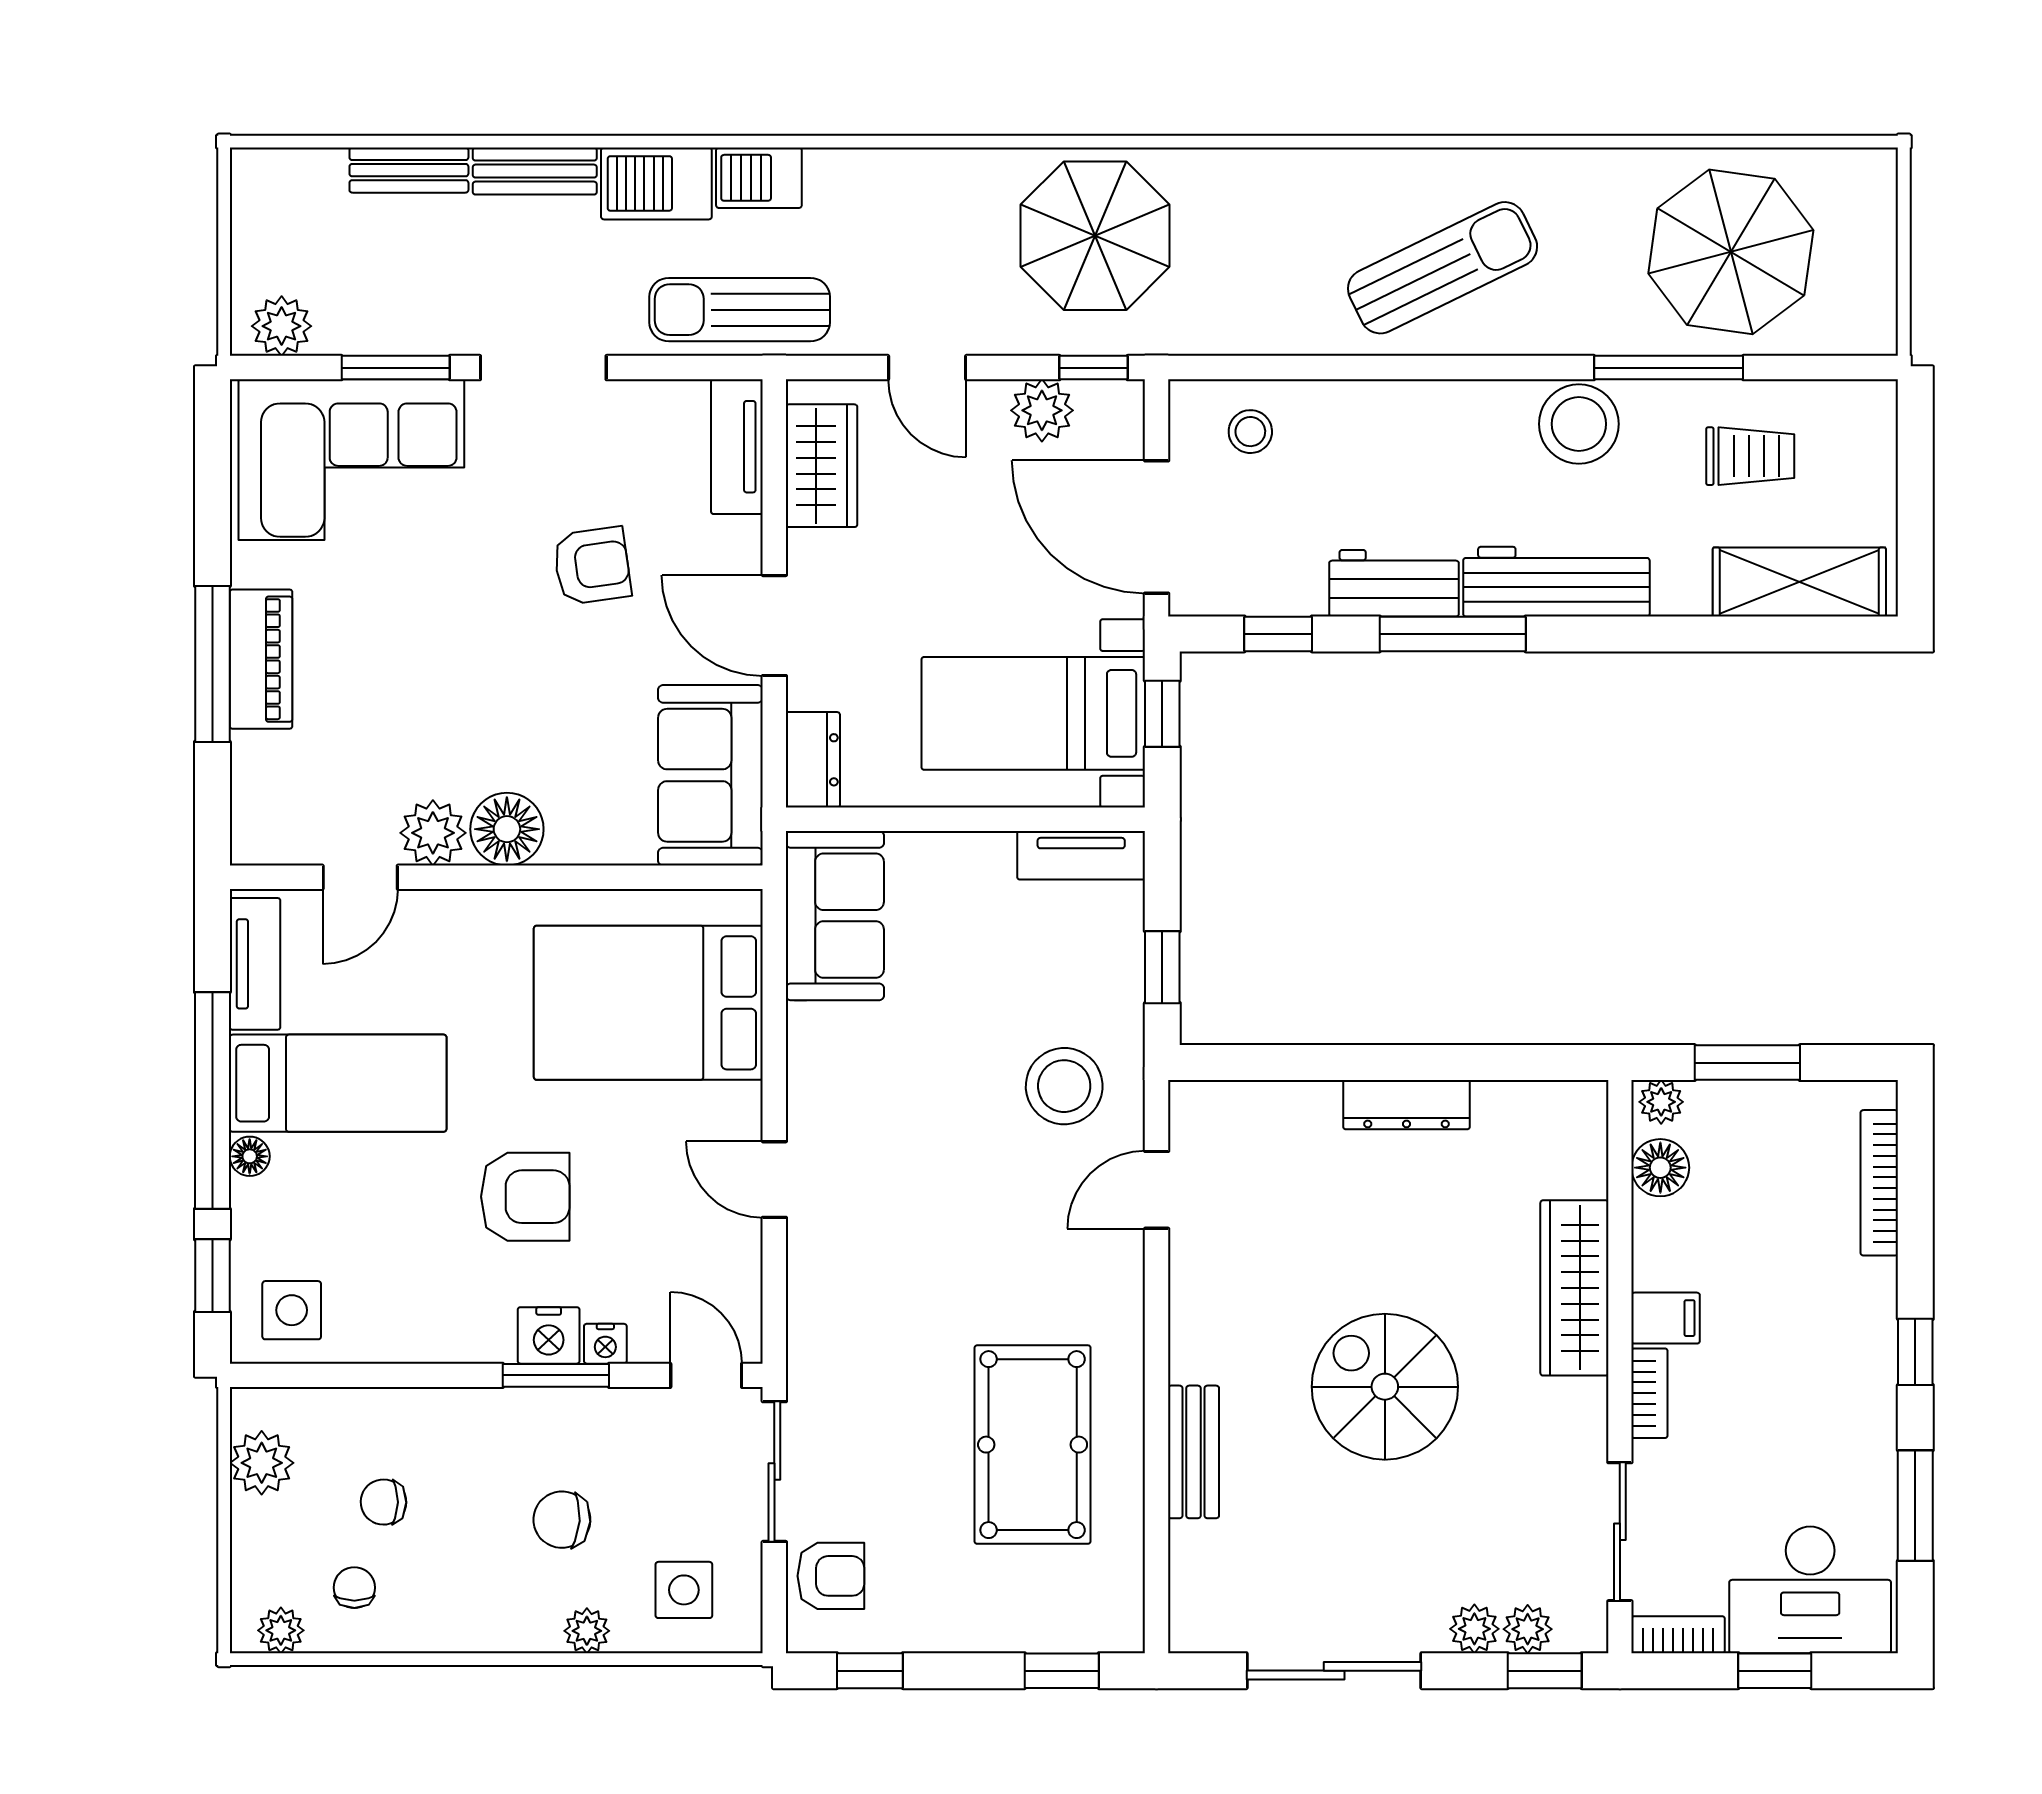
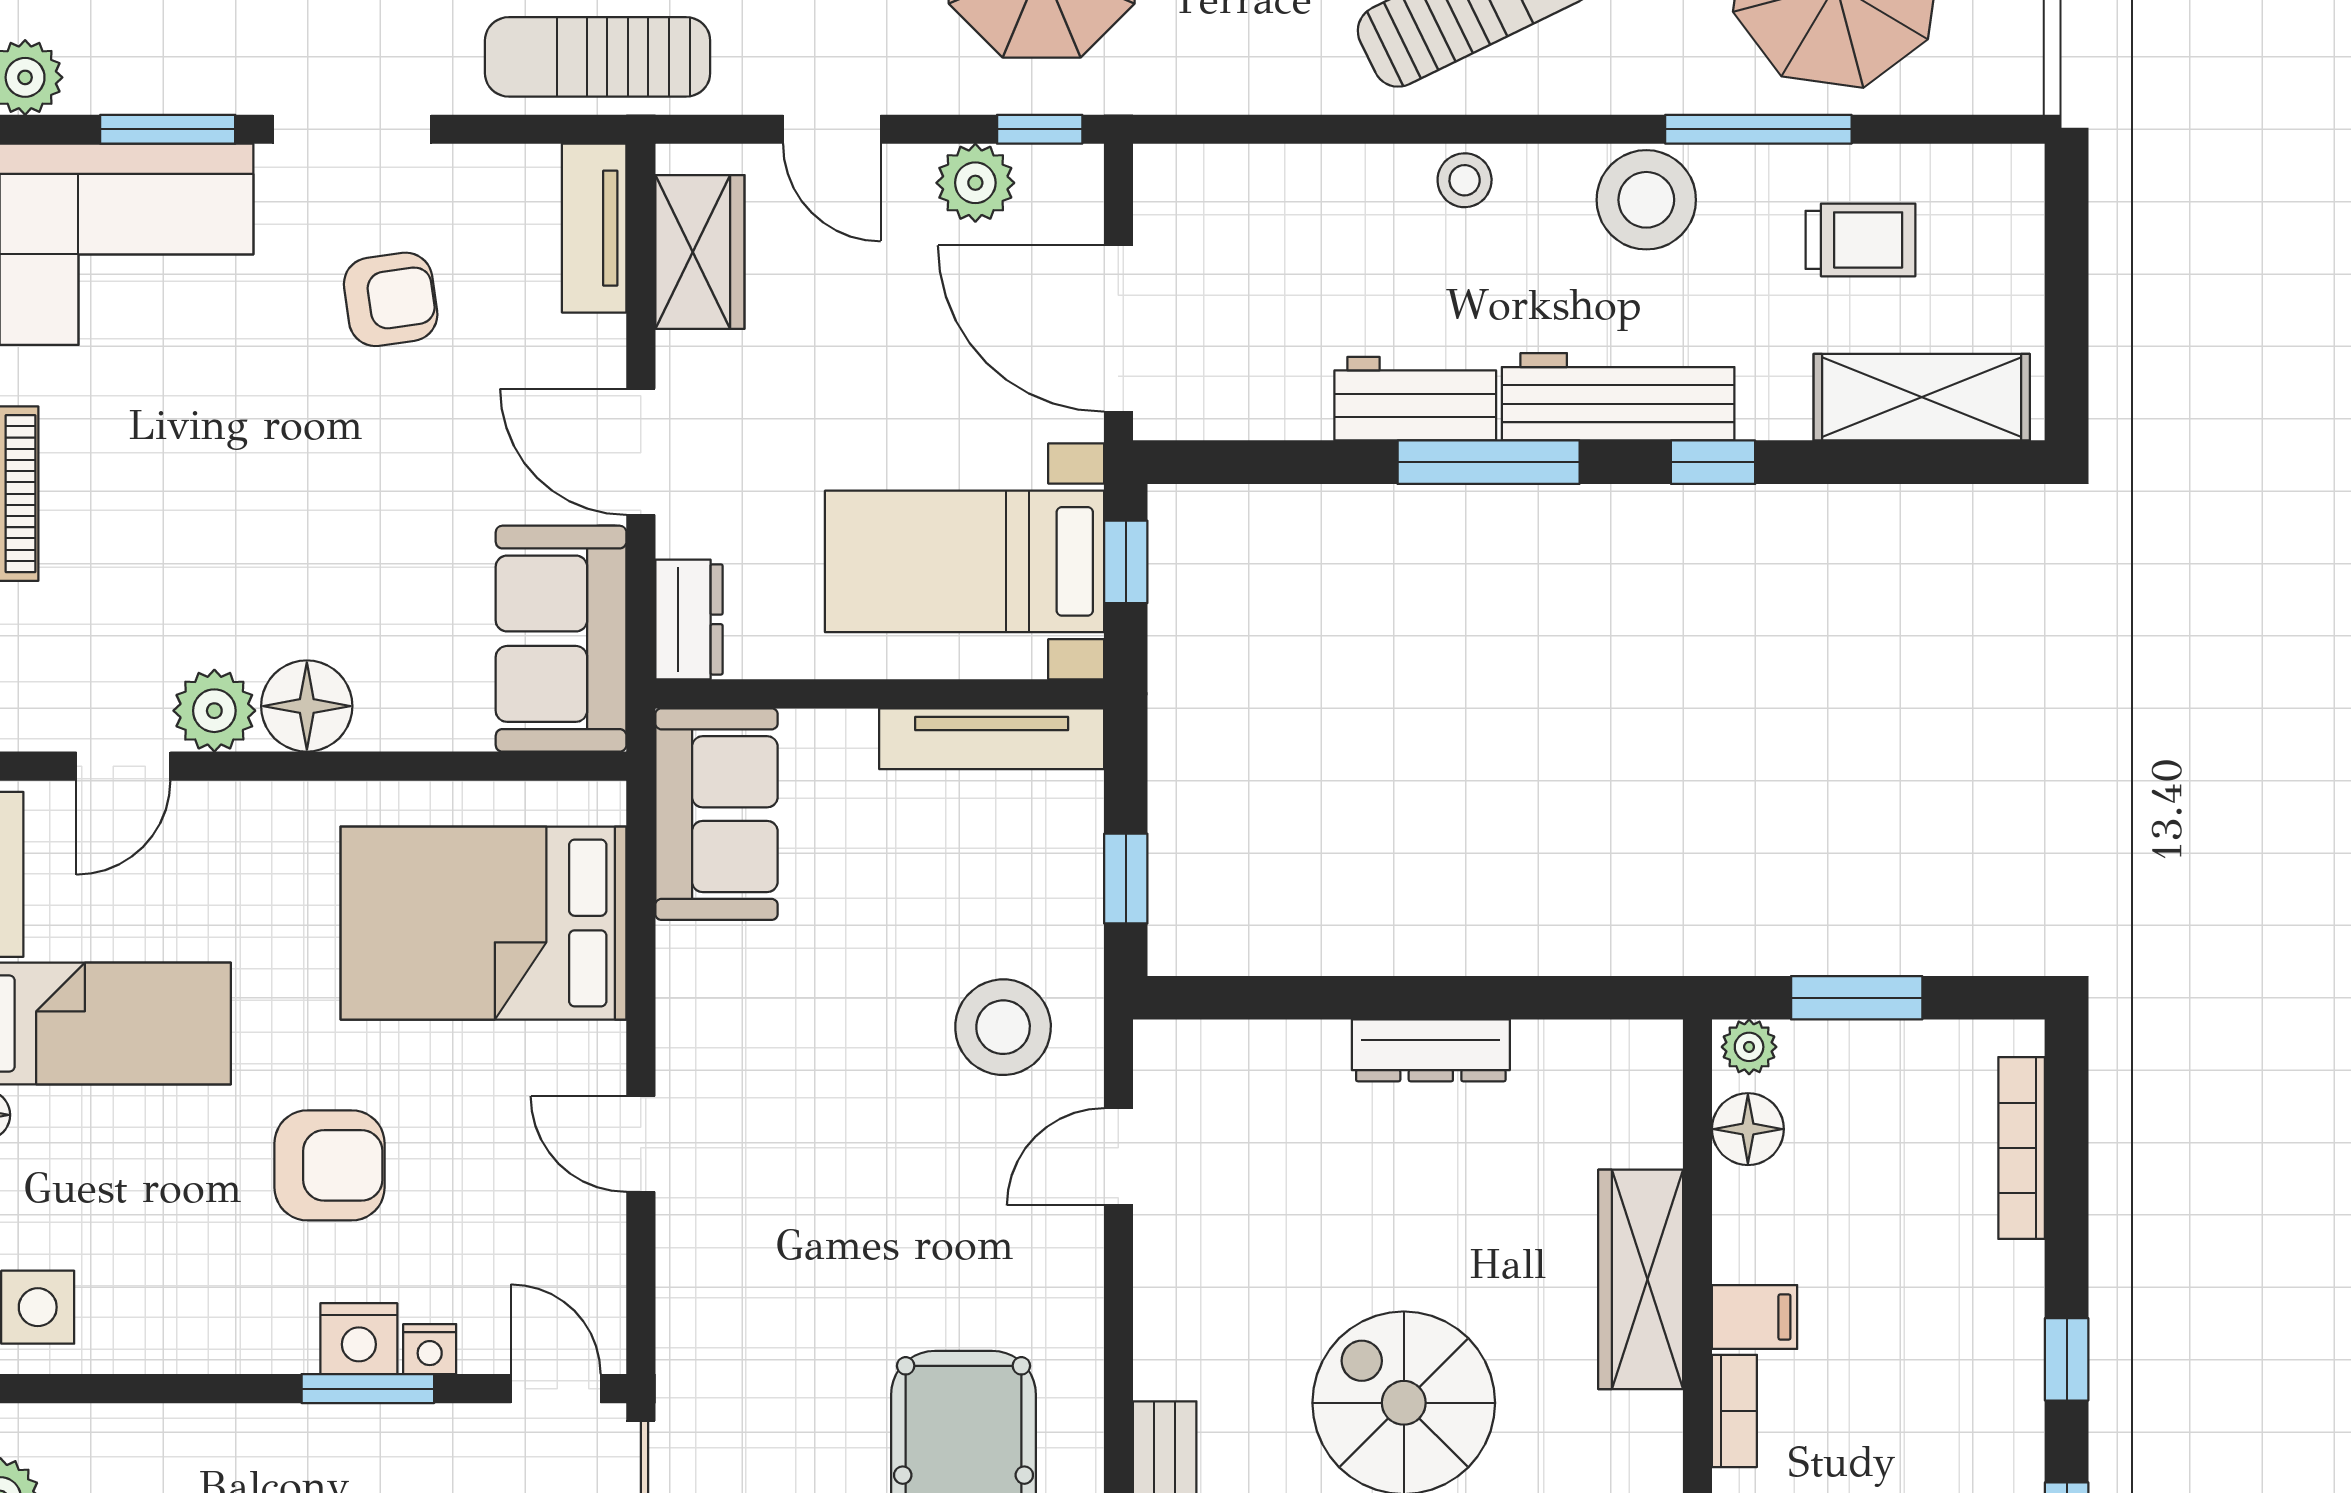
stool: (1250, 432) -> (1465, 180), moved
armchair: (592, 566) -> (391, 299), moved
window: (1278, 634) -> (1713, 462), moved
tv unit: (1081, 855) -> (992, 739), width x1.41

